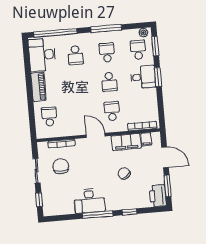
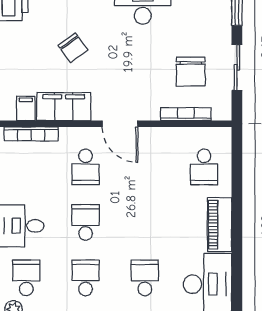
school desk: (138, 50) -> (26, 278), turned 180
school desk: (107, 52) -> (86, 278), turned 180

